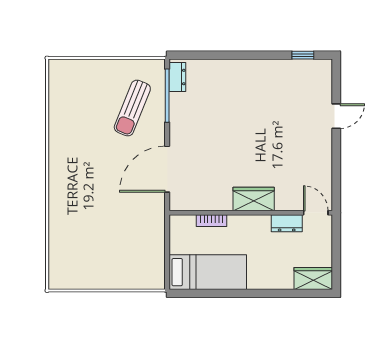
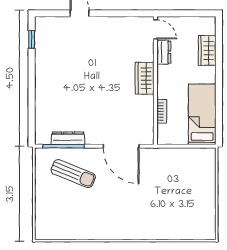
dresser: (177, 77) -> (68, 138), moved, width x1.44
door: (316, 213) -> (155, 29), swing flipped
wardrobe: (313, 278) -> (207, 51), moved

